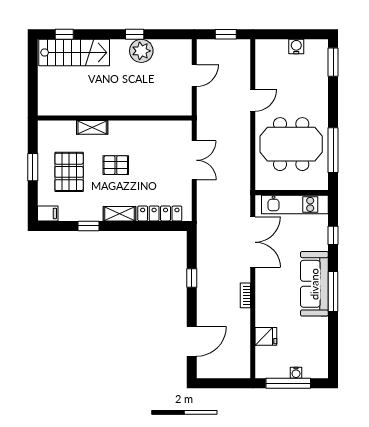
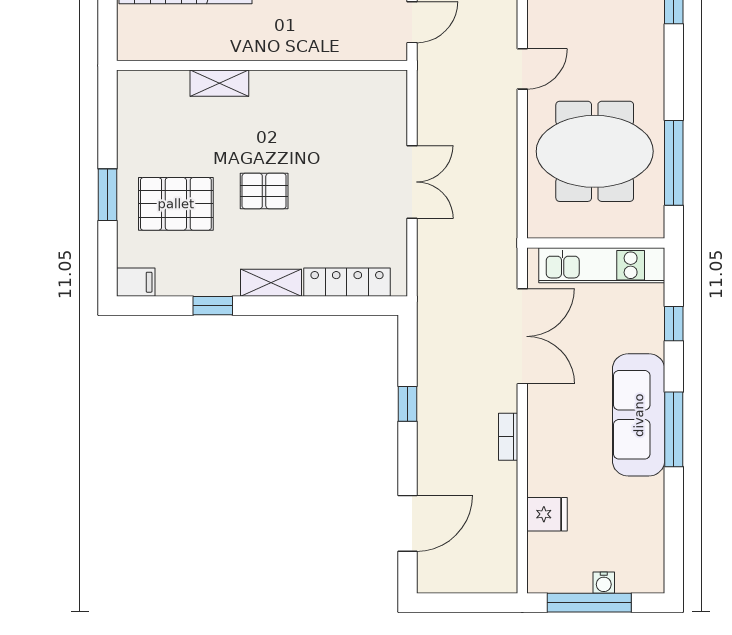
wall: (115, 118) -> (262, 65), moved
shelving: (92, 127) -> (219, 83), moved
pallet: (69, 172) -> (176, 204), turned 90

